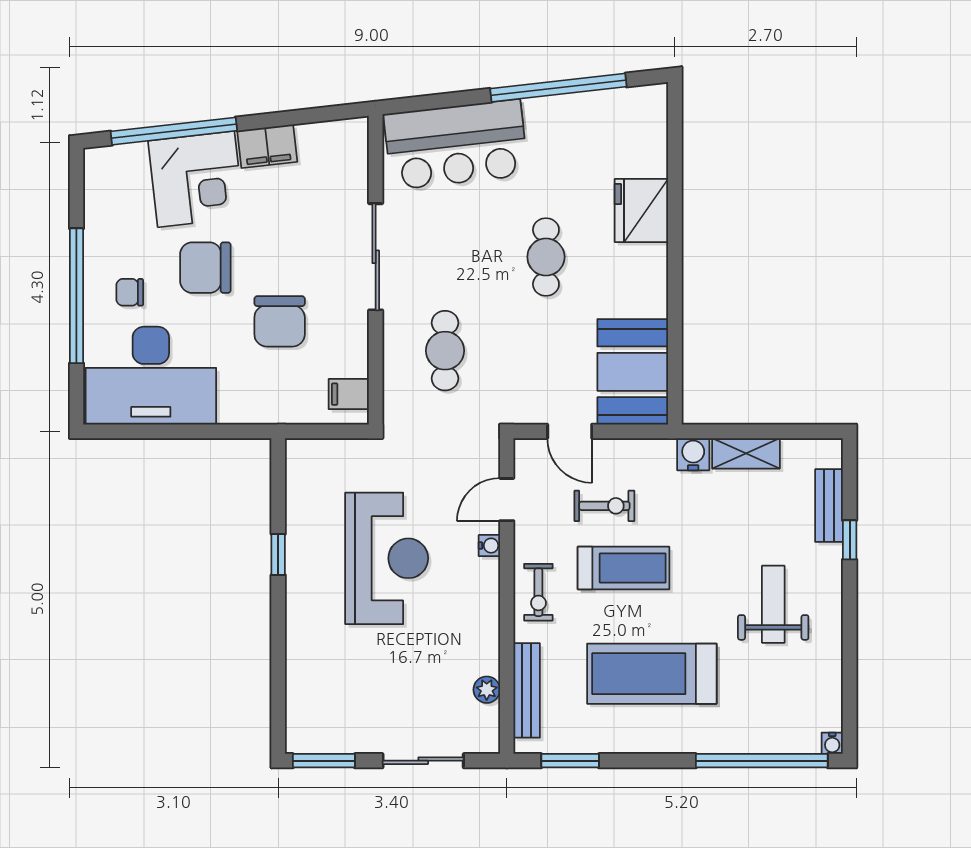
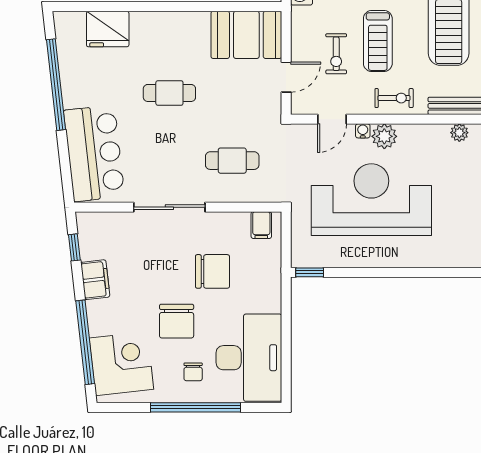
window: (316, 115) -> (74, 247), added
corner desk: (196, 179) -> (121, 364), moved
fridge: (641, 211) -> (108, 29), moved
door: (507, 500) -> (332, 119), hinge flipped
exercise bike: (604, 506) -> (336, 54), turned 180
window: (278, 554) -> (310, 272), moved
reception desk: (387, 558) -> (371, 200), width x1.36, depth x1.30
treadmill: (624, 568) -> (378, 41), turned 180
plant: (481, 578) -> (384, 136), added

